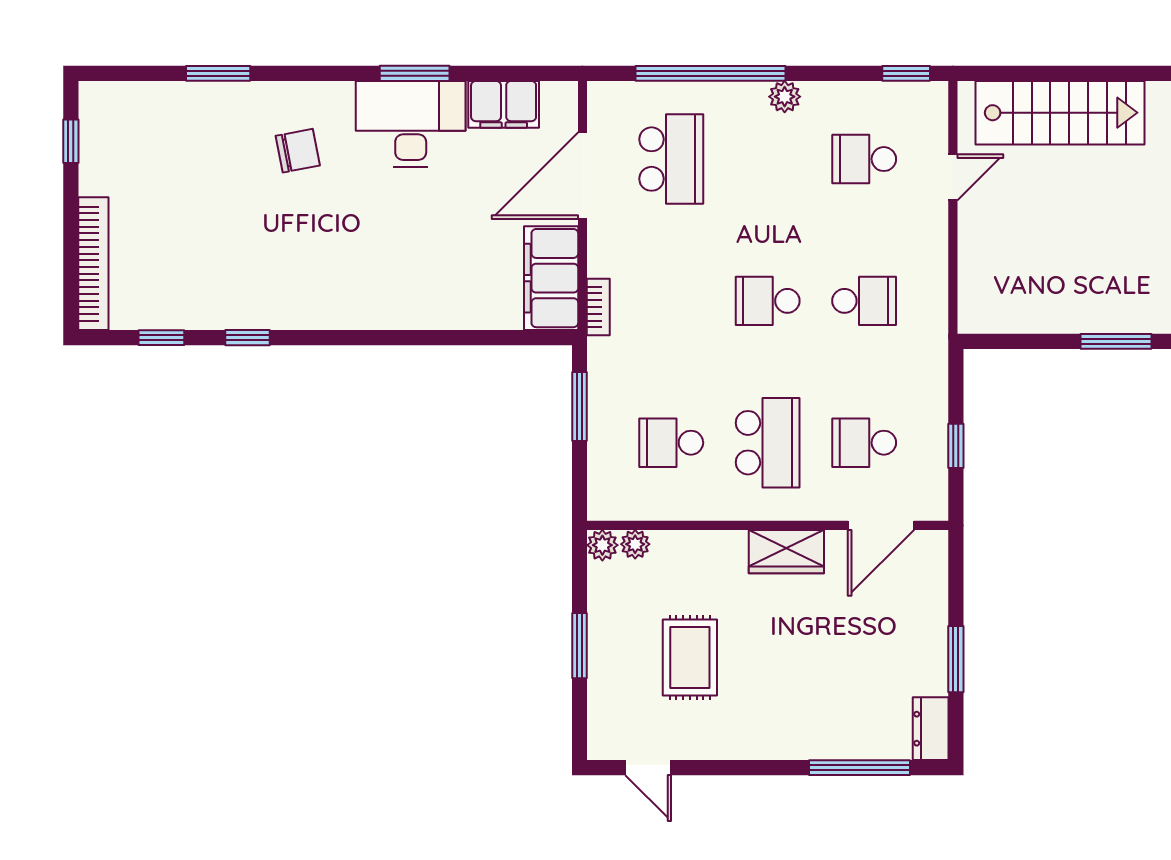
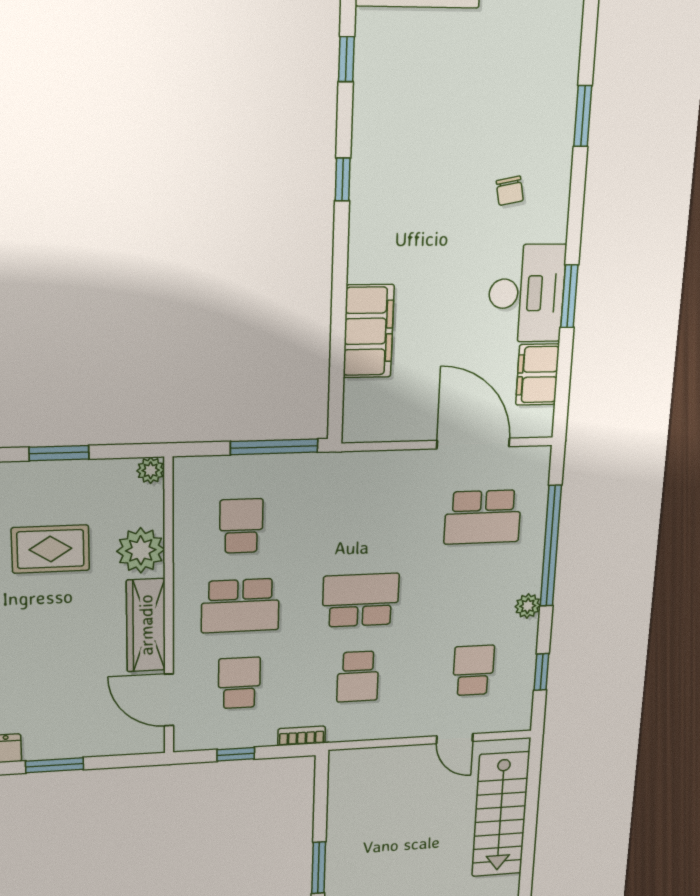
window: (906, 73) -> (541, 672), moved
chair: (298, 151) -> (510, 191), width x0.73, depth x0.73
filing cabinet: (551, 278) -> (369, 331), moved, turned 90
school desk: (768, 301) -> (361, 600), width x1.85
bookcase: (598, 307) -> (302, 736), moved, turned 180
window: (247, 338) -> (343, 179), moved
window: (580, 407) -> (274, 447), width x1.44
plant: (635, 544) -> (141, 550), moved, width x1.87, depth x1.87
wardrobe: (786, 552) -> (146, 625), width x1.50

